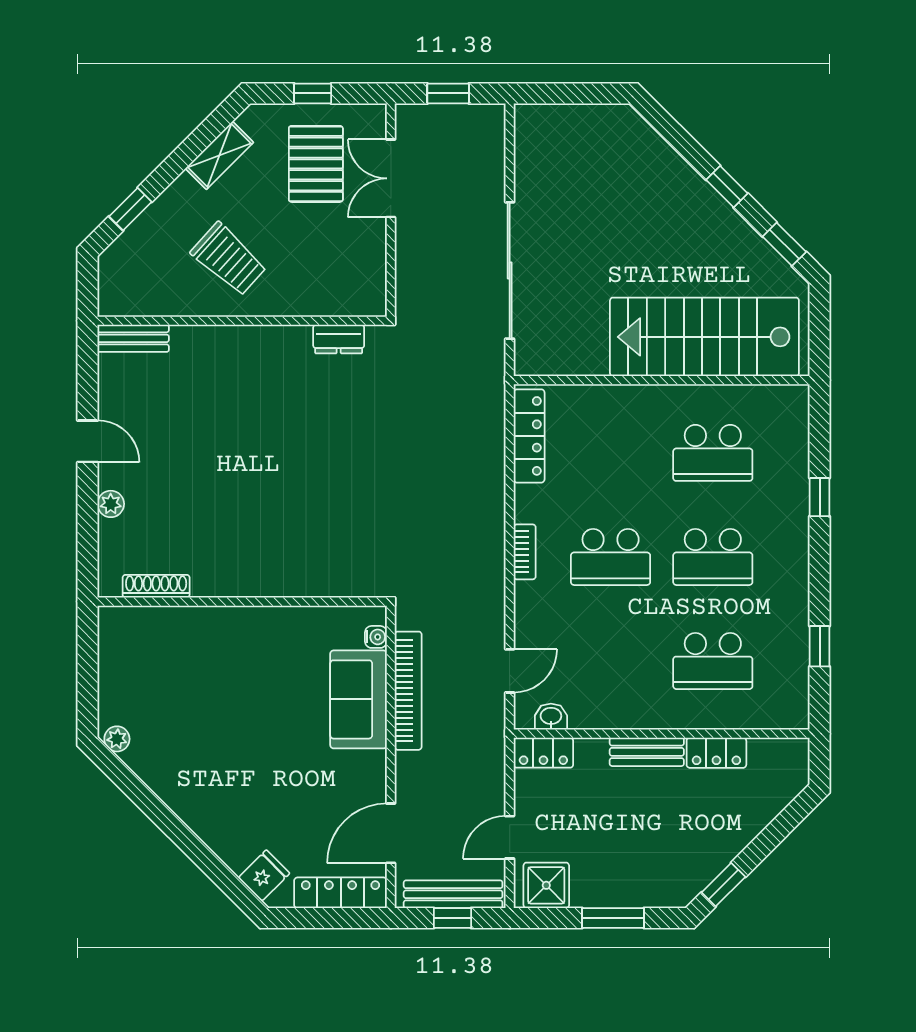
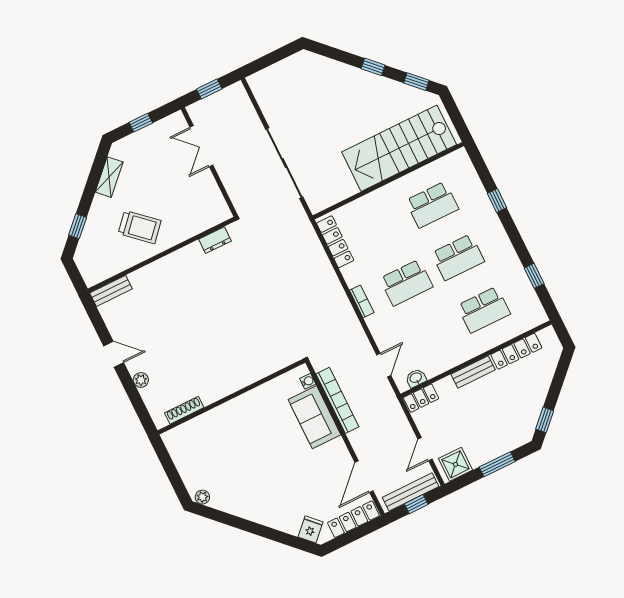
pallet: (316, 164) -> (160, 157), removed
locker: (716, 753) -> (516, 351), width x1.53

